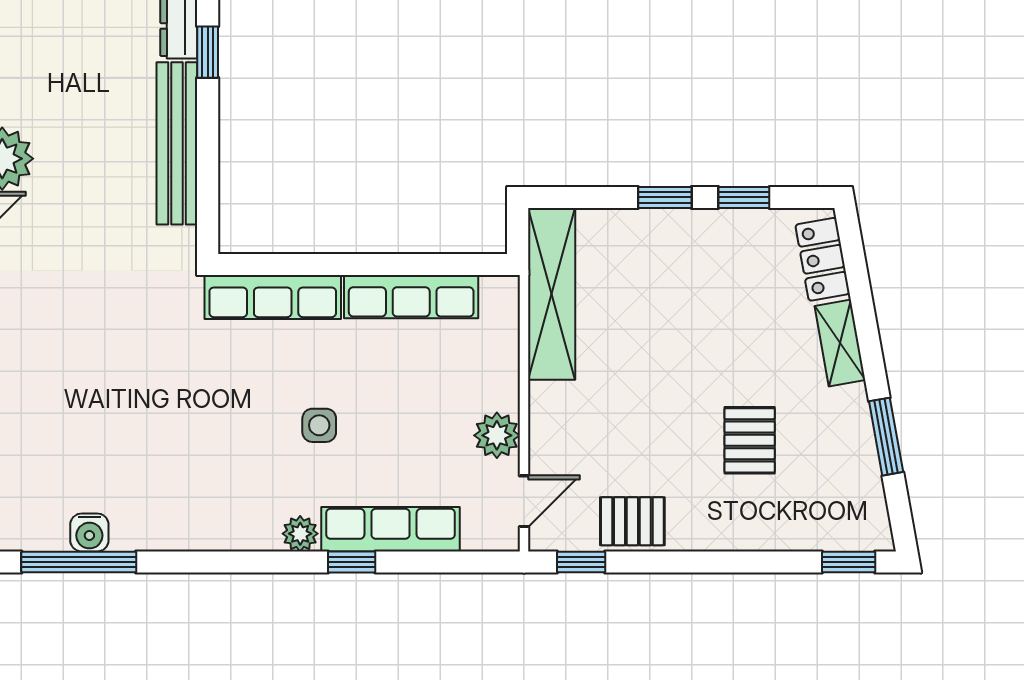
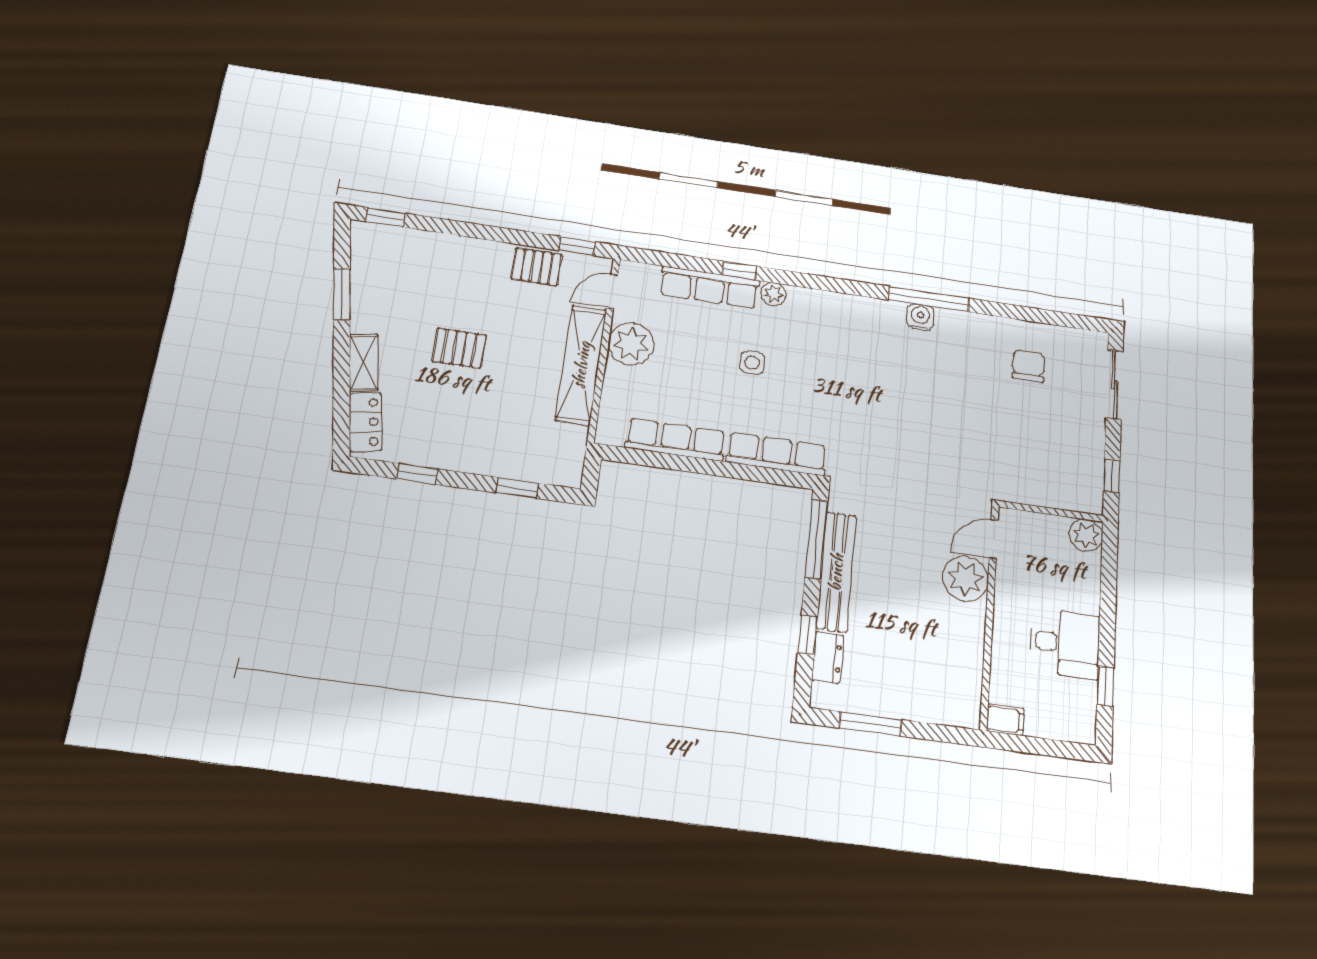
window: (208, 184) -> (816, 539), added
window: (665, 197) -> (517, 488), moved
shelving: (552, 294) -> (581, 365), moved
plant: (497, 435) -> (631, 344), width x1.36, depth x1.36
pallet: (750, 440) -> (459, 348), moved, turned 90

